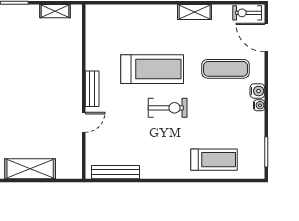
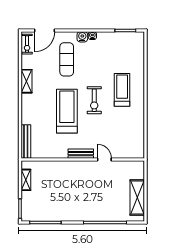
exercise bike: (168, 108) -> (94, 100), turned 180
treadmill: (214, 160) -> (122, 90), moved
bench: (115, 172) -> (26, 142), moved

